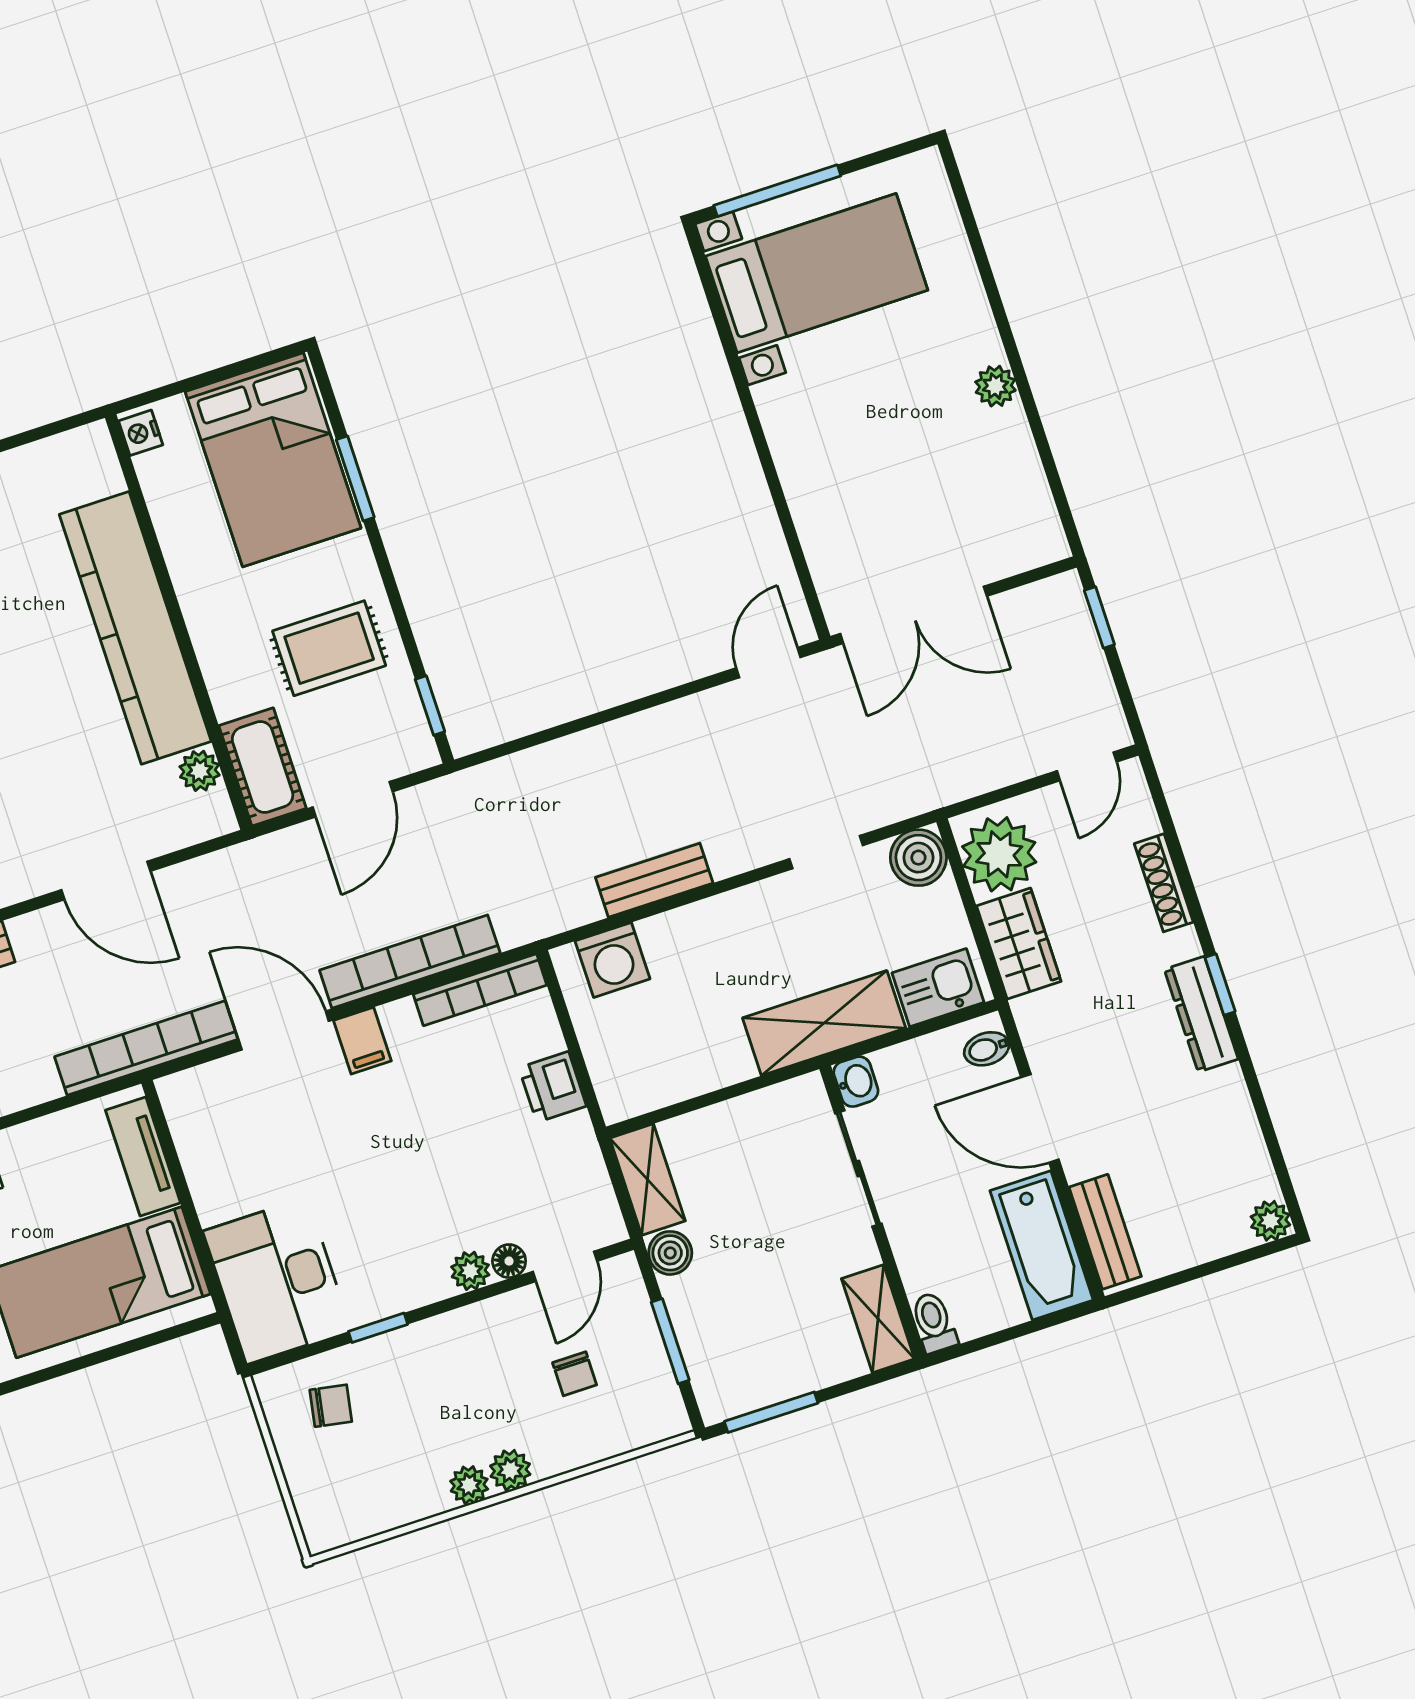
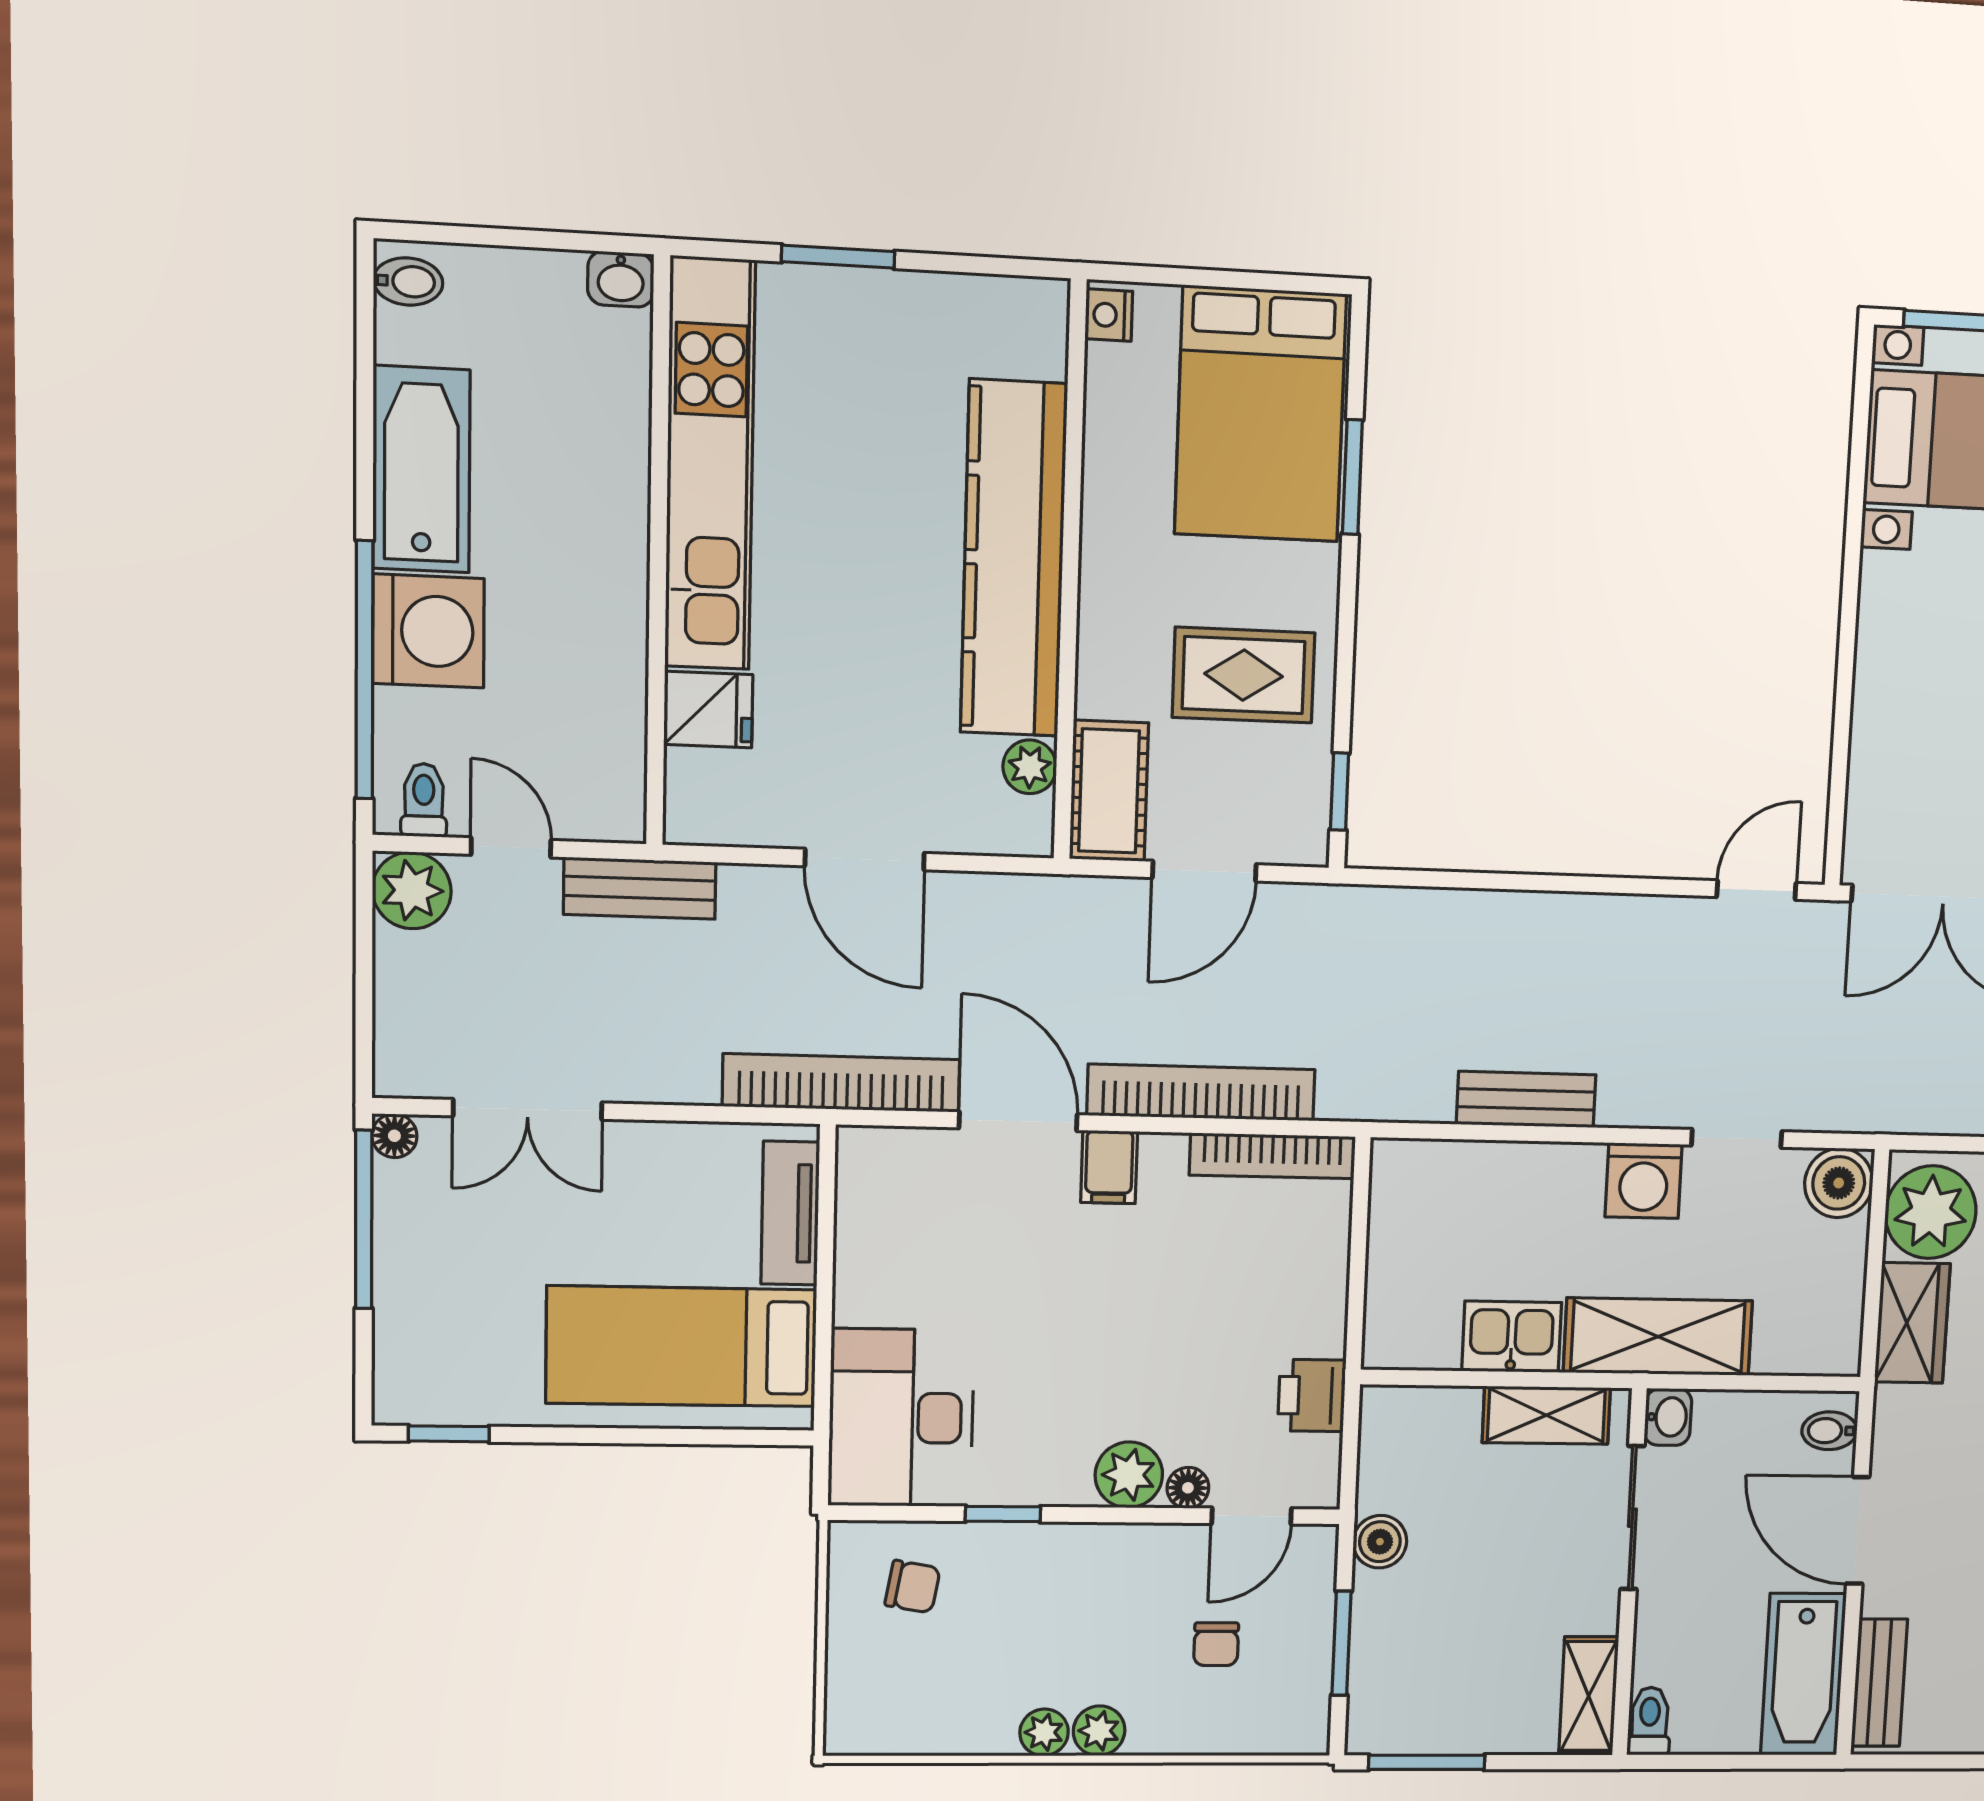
washing machine: (612, 960) -> (1644, 1181), moved
kitchen sink: (938, 988) -> (1512, 1337), moved
printer: (553, 1087) -> (1312, 1396), moved
shelving: (648, 1180) -> (1546, 1415), moved, turned 90
plant: (470, 1271) -> (1129, 1475), width x1.38, depth x1.38

